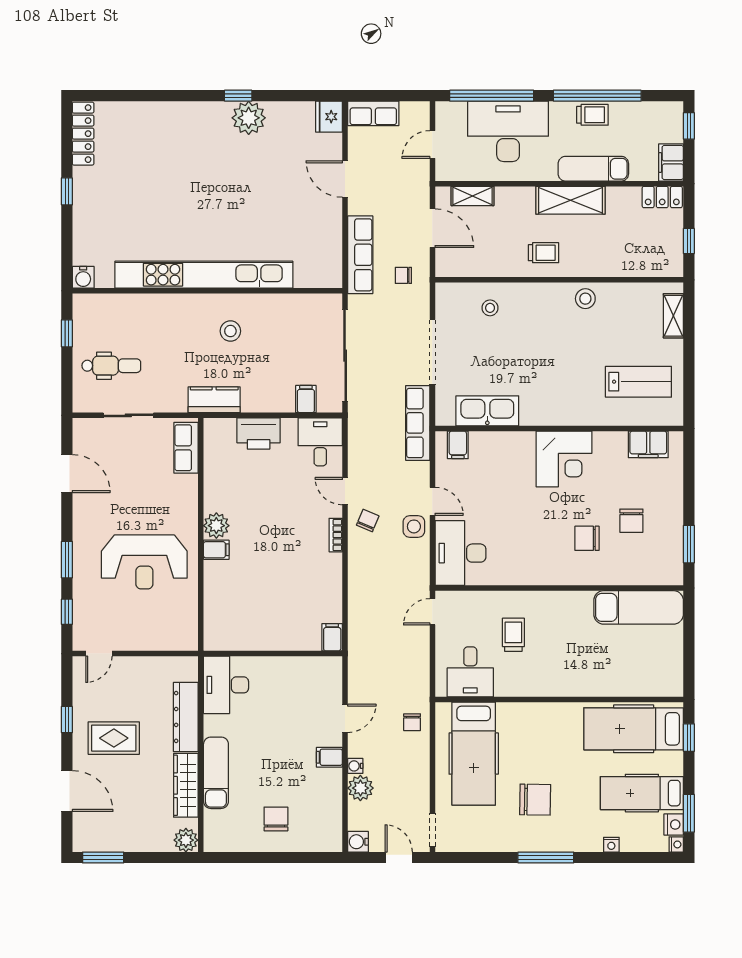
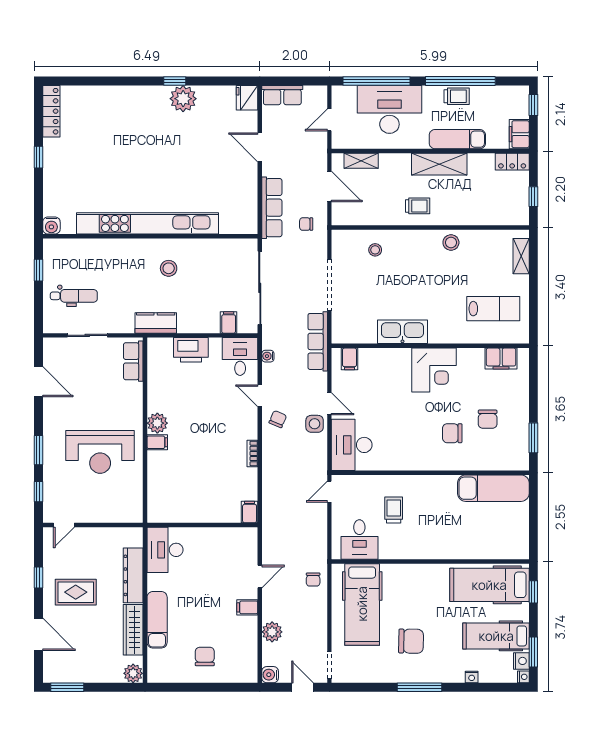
kitchen sink: (487, 411) -> (402, 332), moved
bookcase: (336, 535) -> (252, 453), moved
water cooler: (355, 766) -> (268, 356), moved

